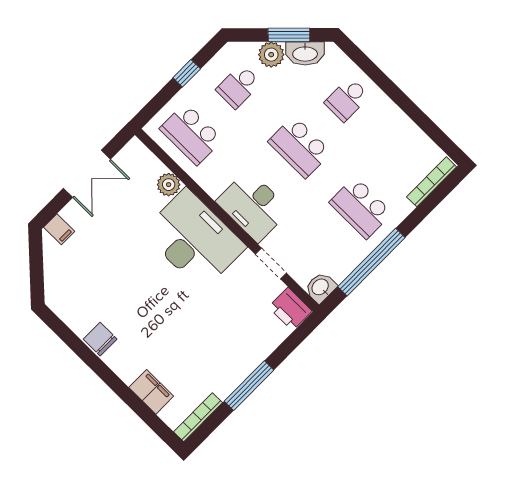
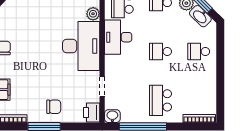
school desk: (300, 147) -> (161, 52), width x0.54
desk: (253, 206) -> (118, 37), moved
chair: (236, 349) -> (54, 107), added

